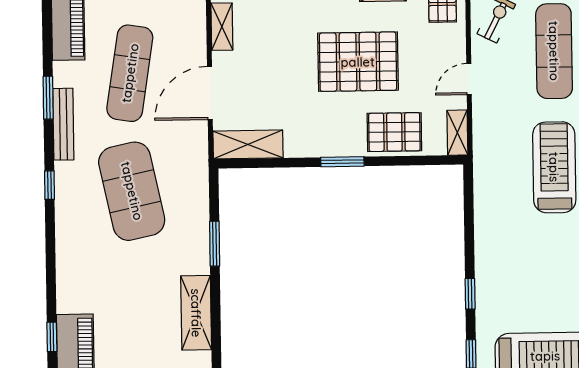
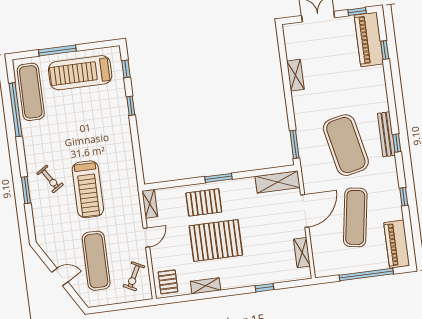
window: (48, 98) -> (404, 197), width x0.67
bench: (63, 124) -> (386, 134), moved
pallet: (394, 132) -> (204, 202), moved
window: (215, 244) -> (295, 144), moved
shelving: (196, 313) -> (295, 75), width x0.67, depth x0.75

